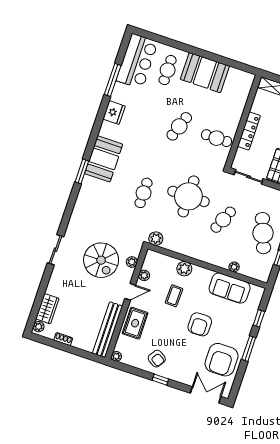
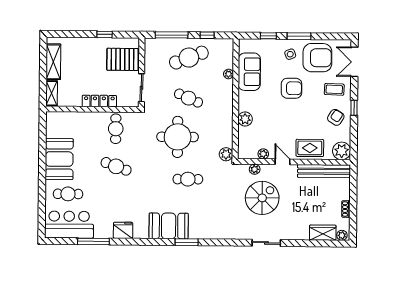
coffee table: (174, 296) -> (334, 89), moved
side table: (234, 334) -> (290, 54), added
plant: (116, 356) -> (342, 151), width x1.87, depth x1.87

